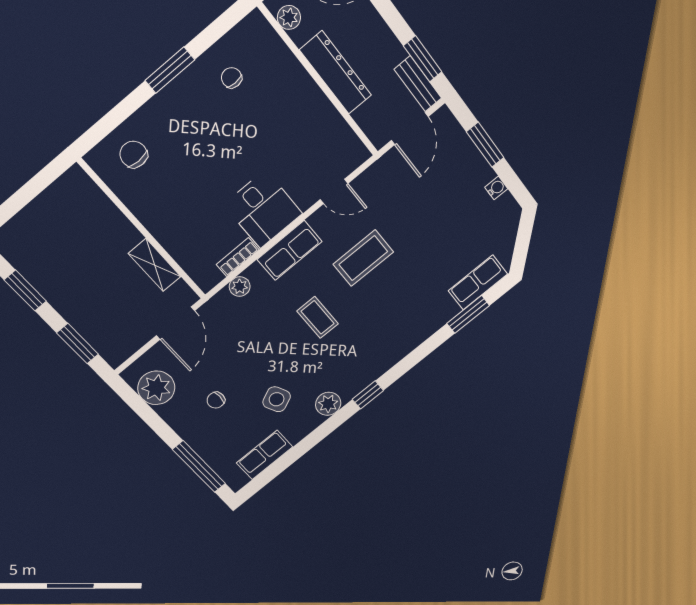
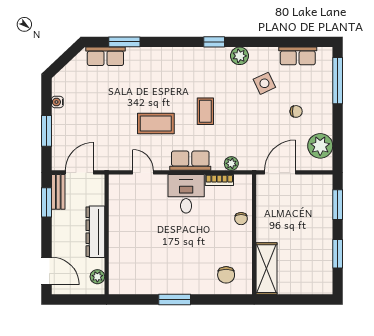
chair: (232, 78) -> (241, 219), moved
shelving: (155, 265) -> (267, 269), moved, width x1.50, depth x1.33

